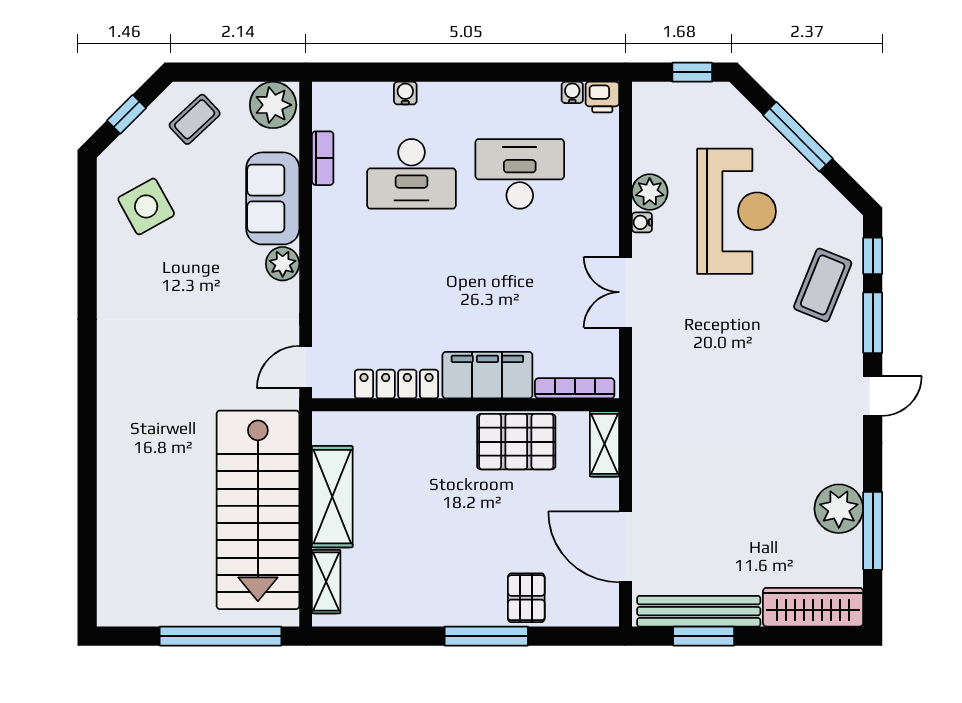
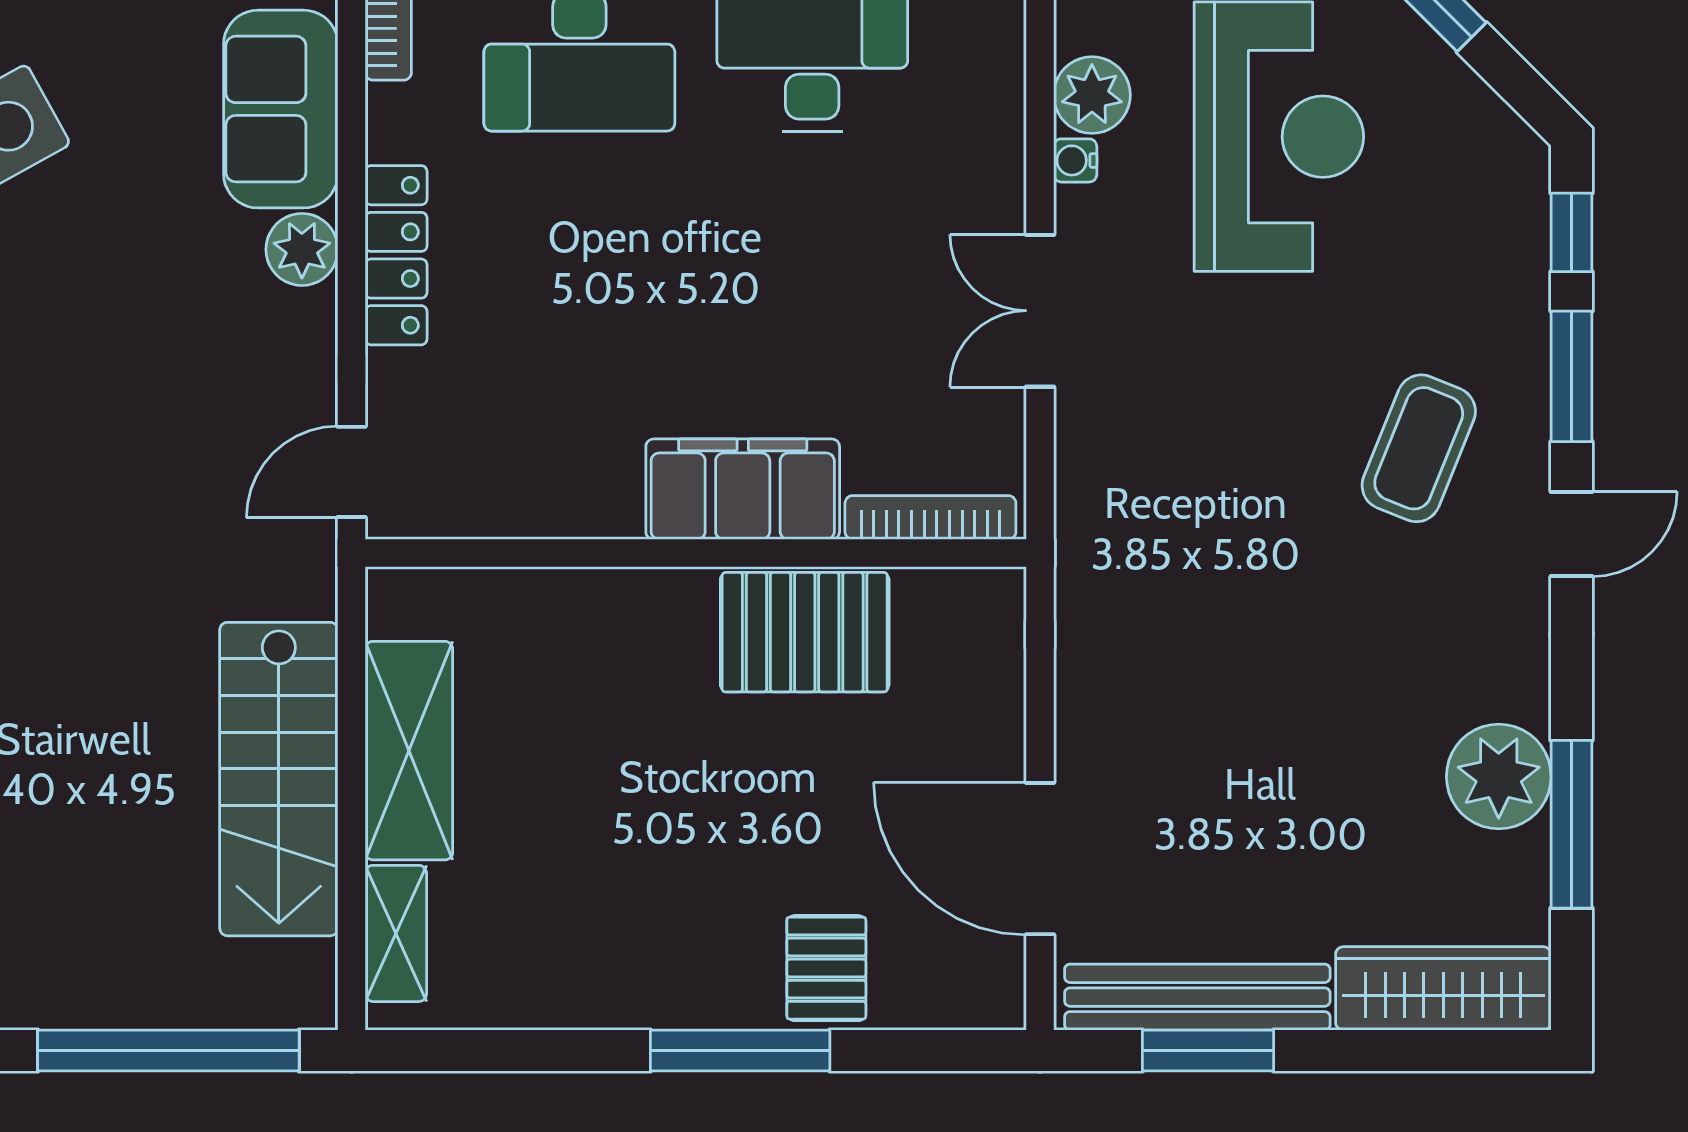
coffee table: (823, 285) -> (1419, 448), moved
locker: (396, 384) -> (396, 255), moved, turned 90
shelving: (605, 444) -> (995, 637), removed
stairs: (258, 510) -> (279, 779), width x0.73, depth x0.66

